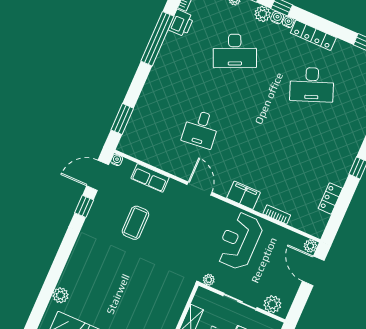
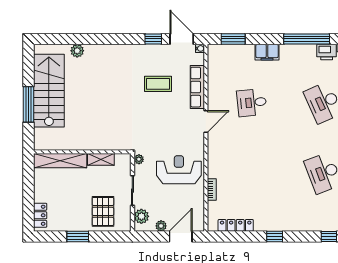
row of seats: (150, 178) -> (197, 87), width x1.48
filing cabinet: (243, 195) -> (267, 52), moved, turned 90
locker: (330, 198) -> (236, 225), width x1.53
plant: (310, 246) -> (161, 226), moved

